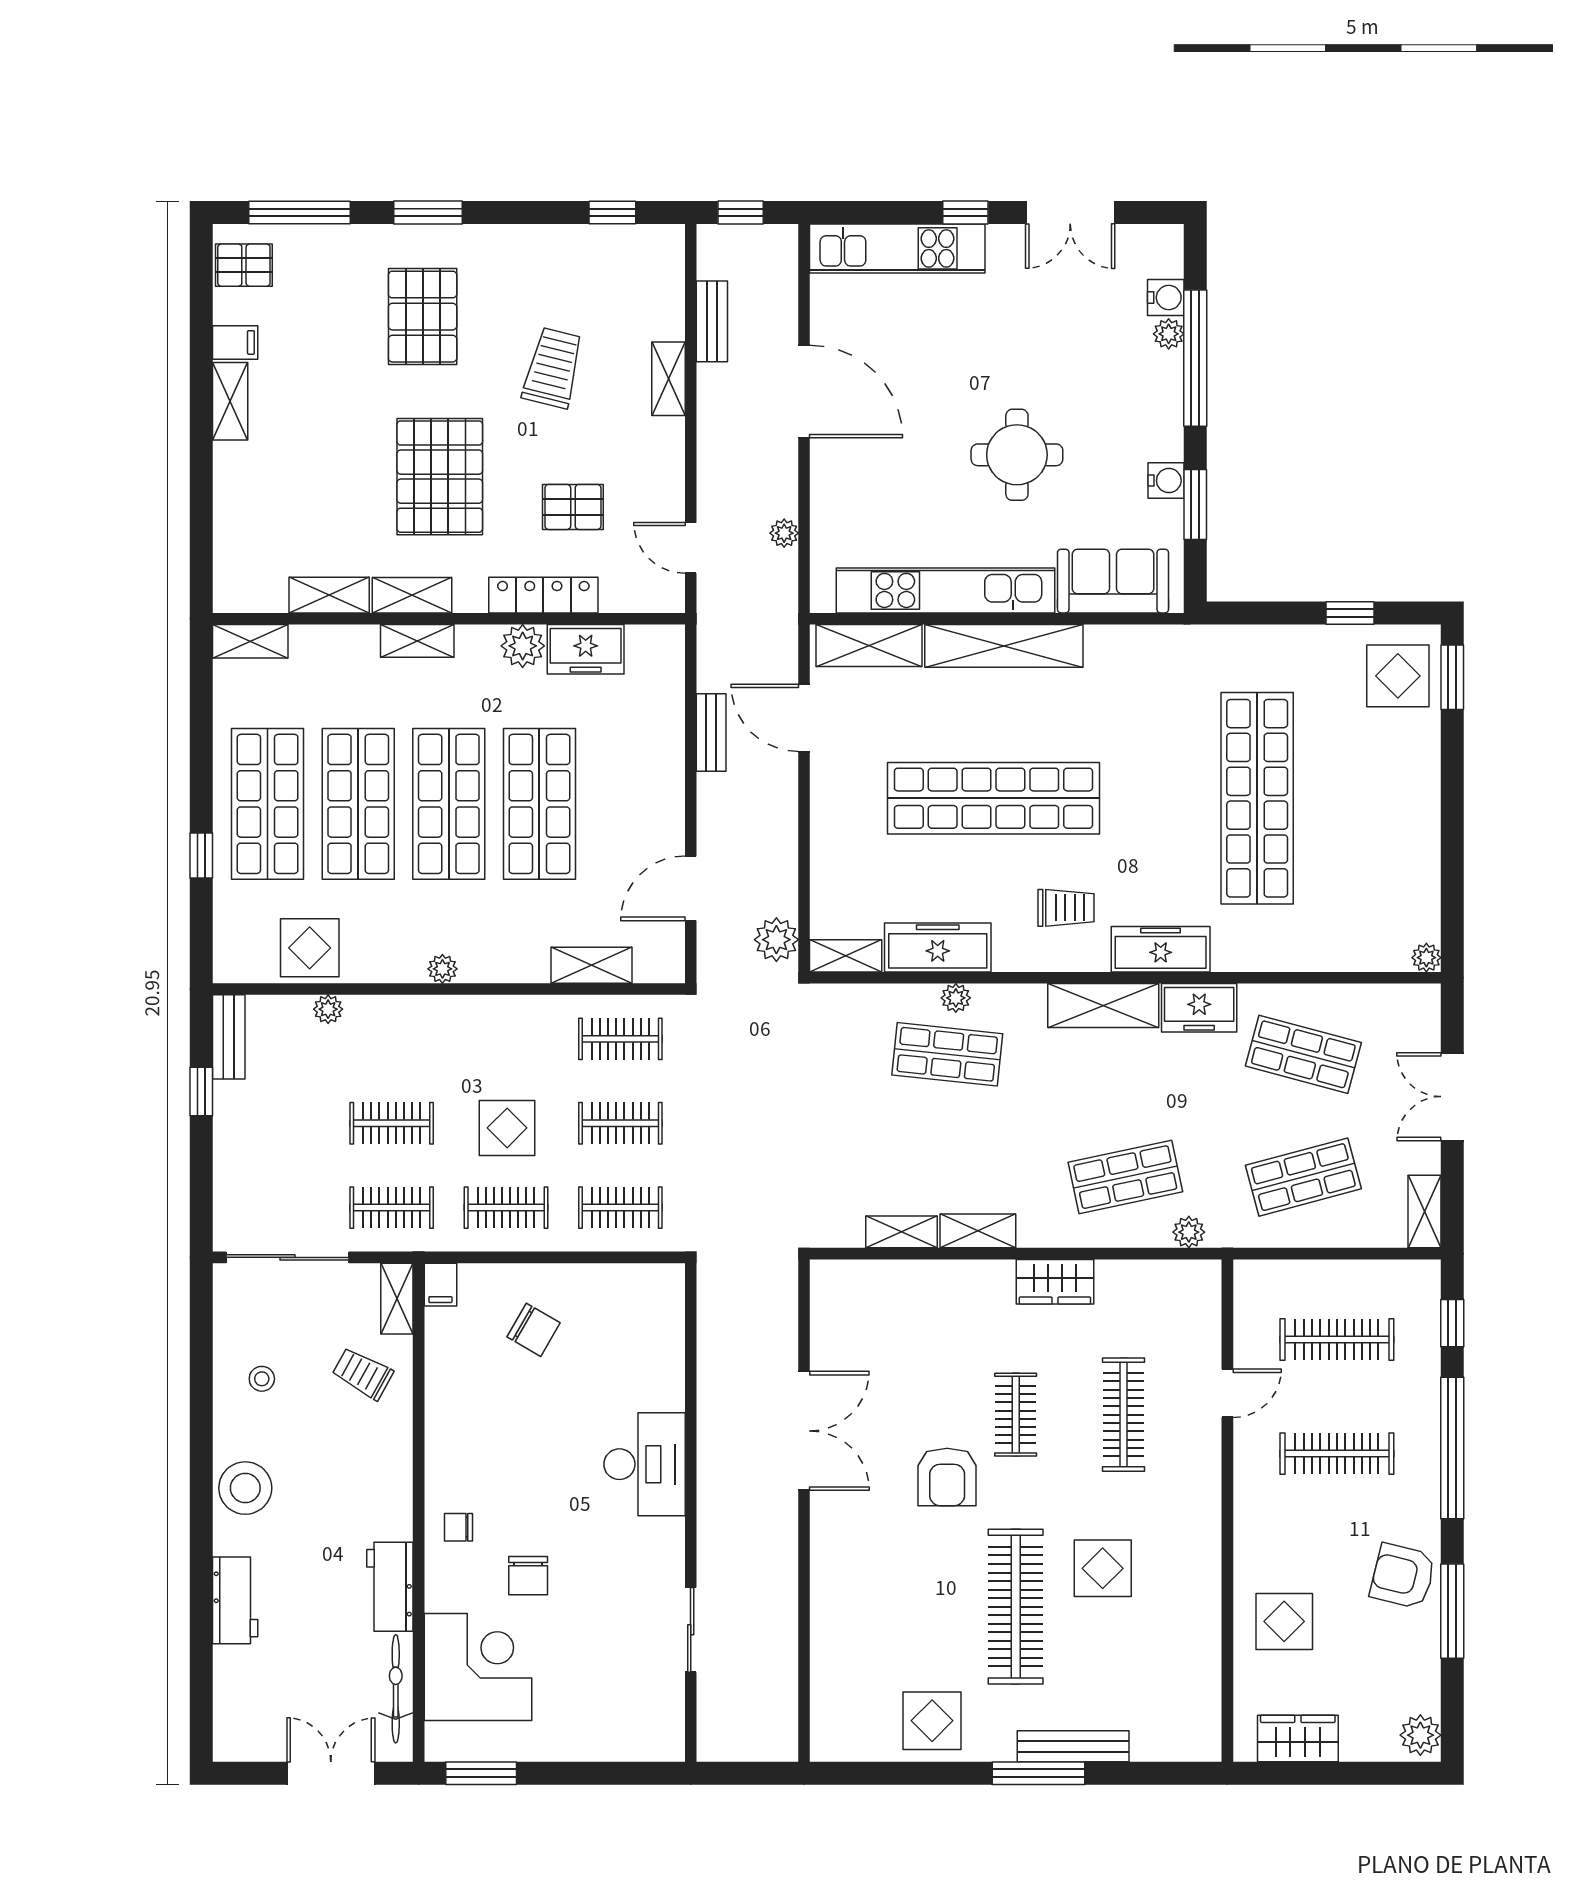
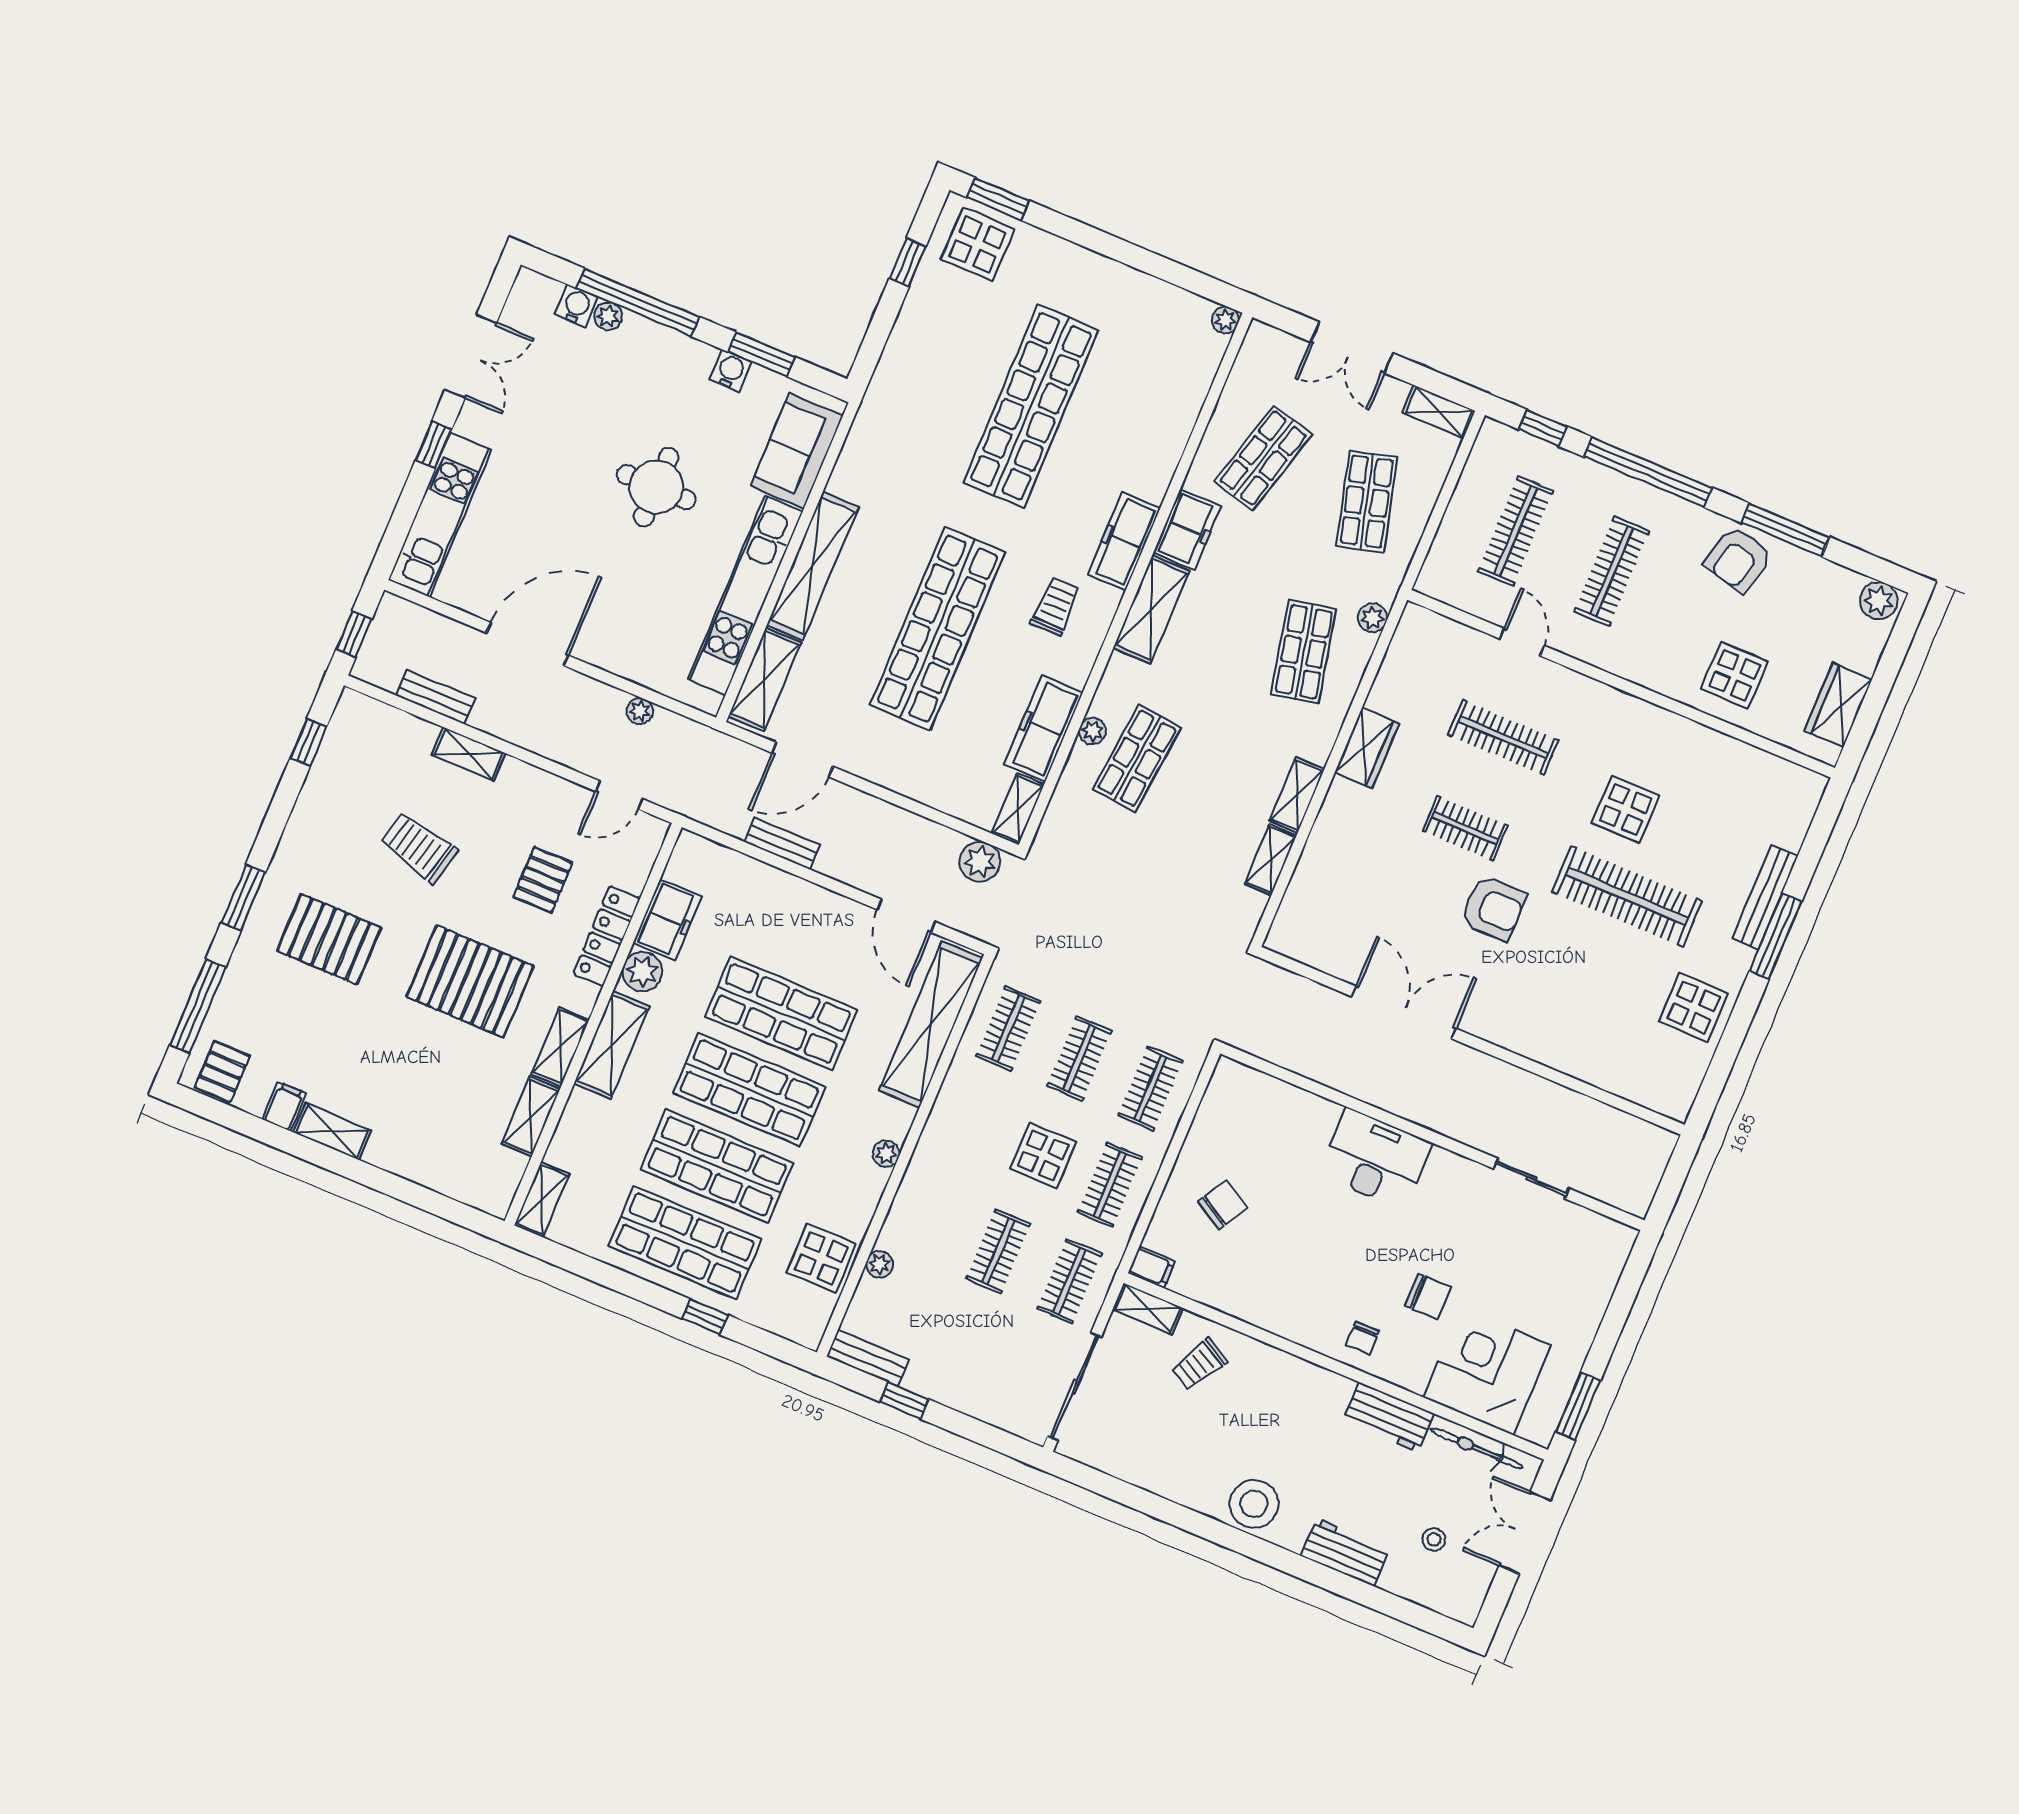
shelving: (417, 641) -> (612, 1045), width x1.50, depth x1.33
shop shelf: (1257, 798) -> (1031, 406), turned 90
shelving: (592, 965) -> (931, 1024), width x2.20, depth x1.33
stool: (262, 1379) -> (1434, 1539), moved

